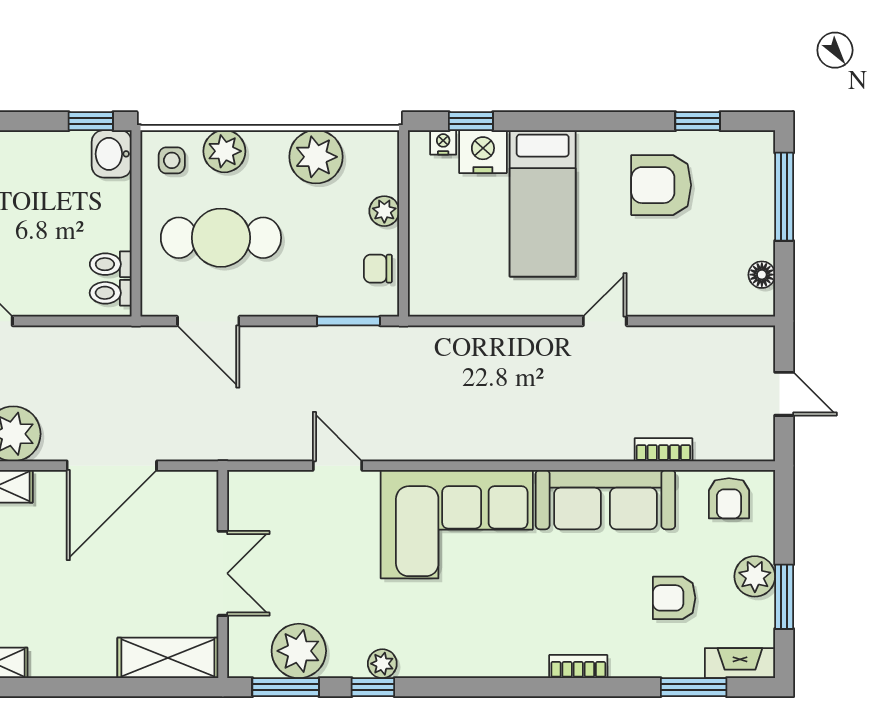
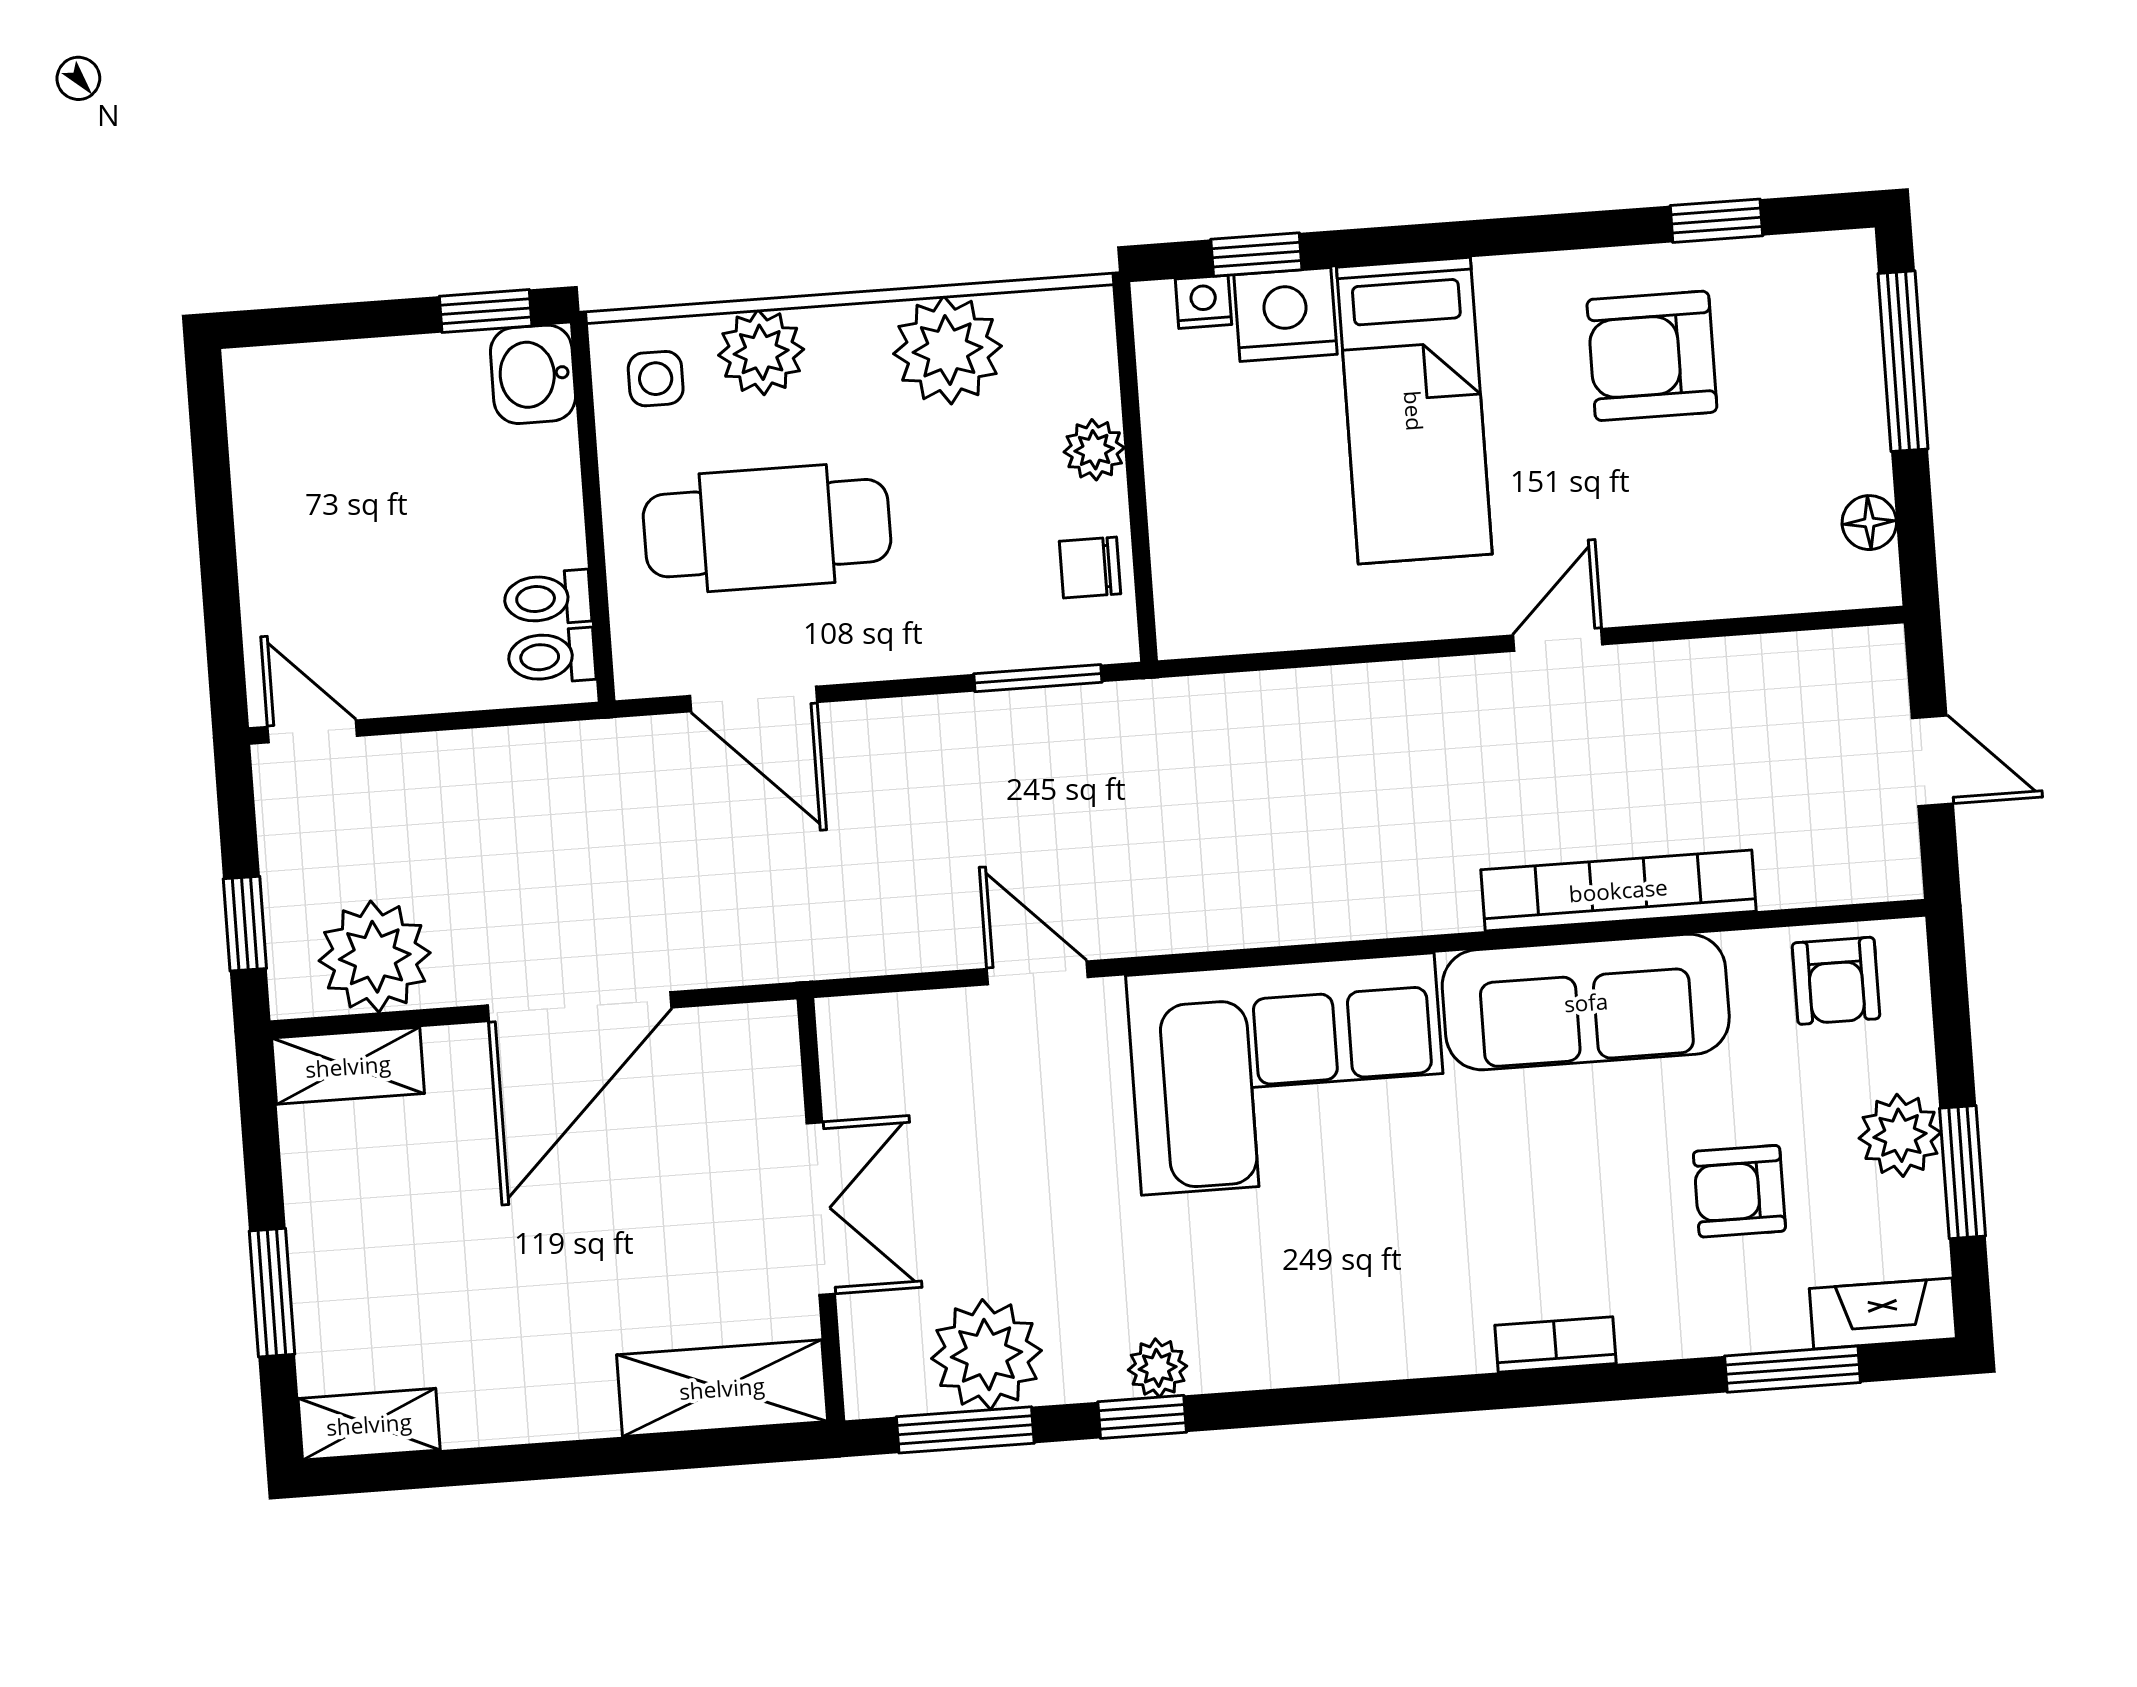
bookcase: (663, 450) -> (1618, 890), width x2.31, depth x1.31

